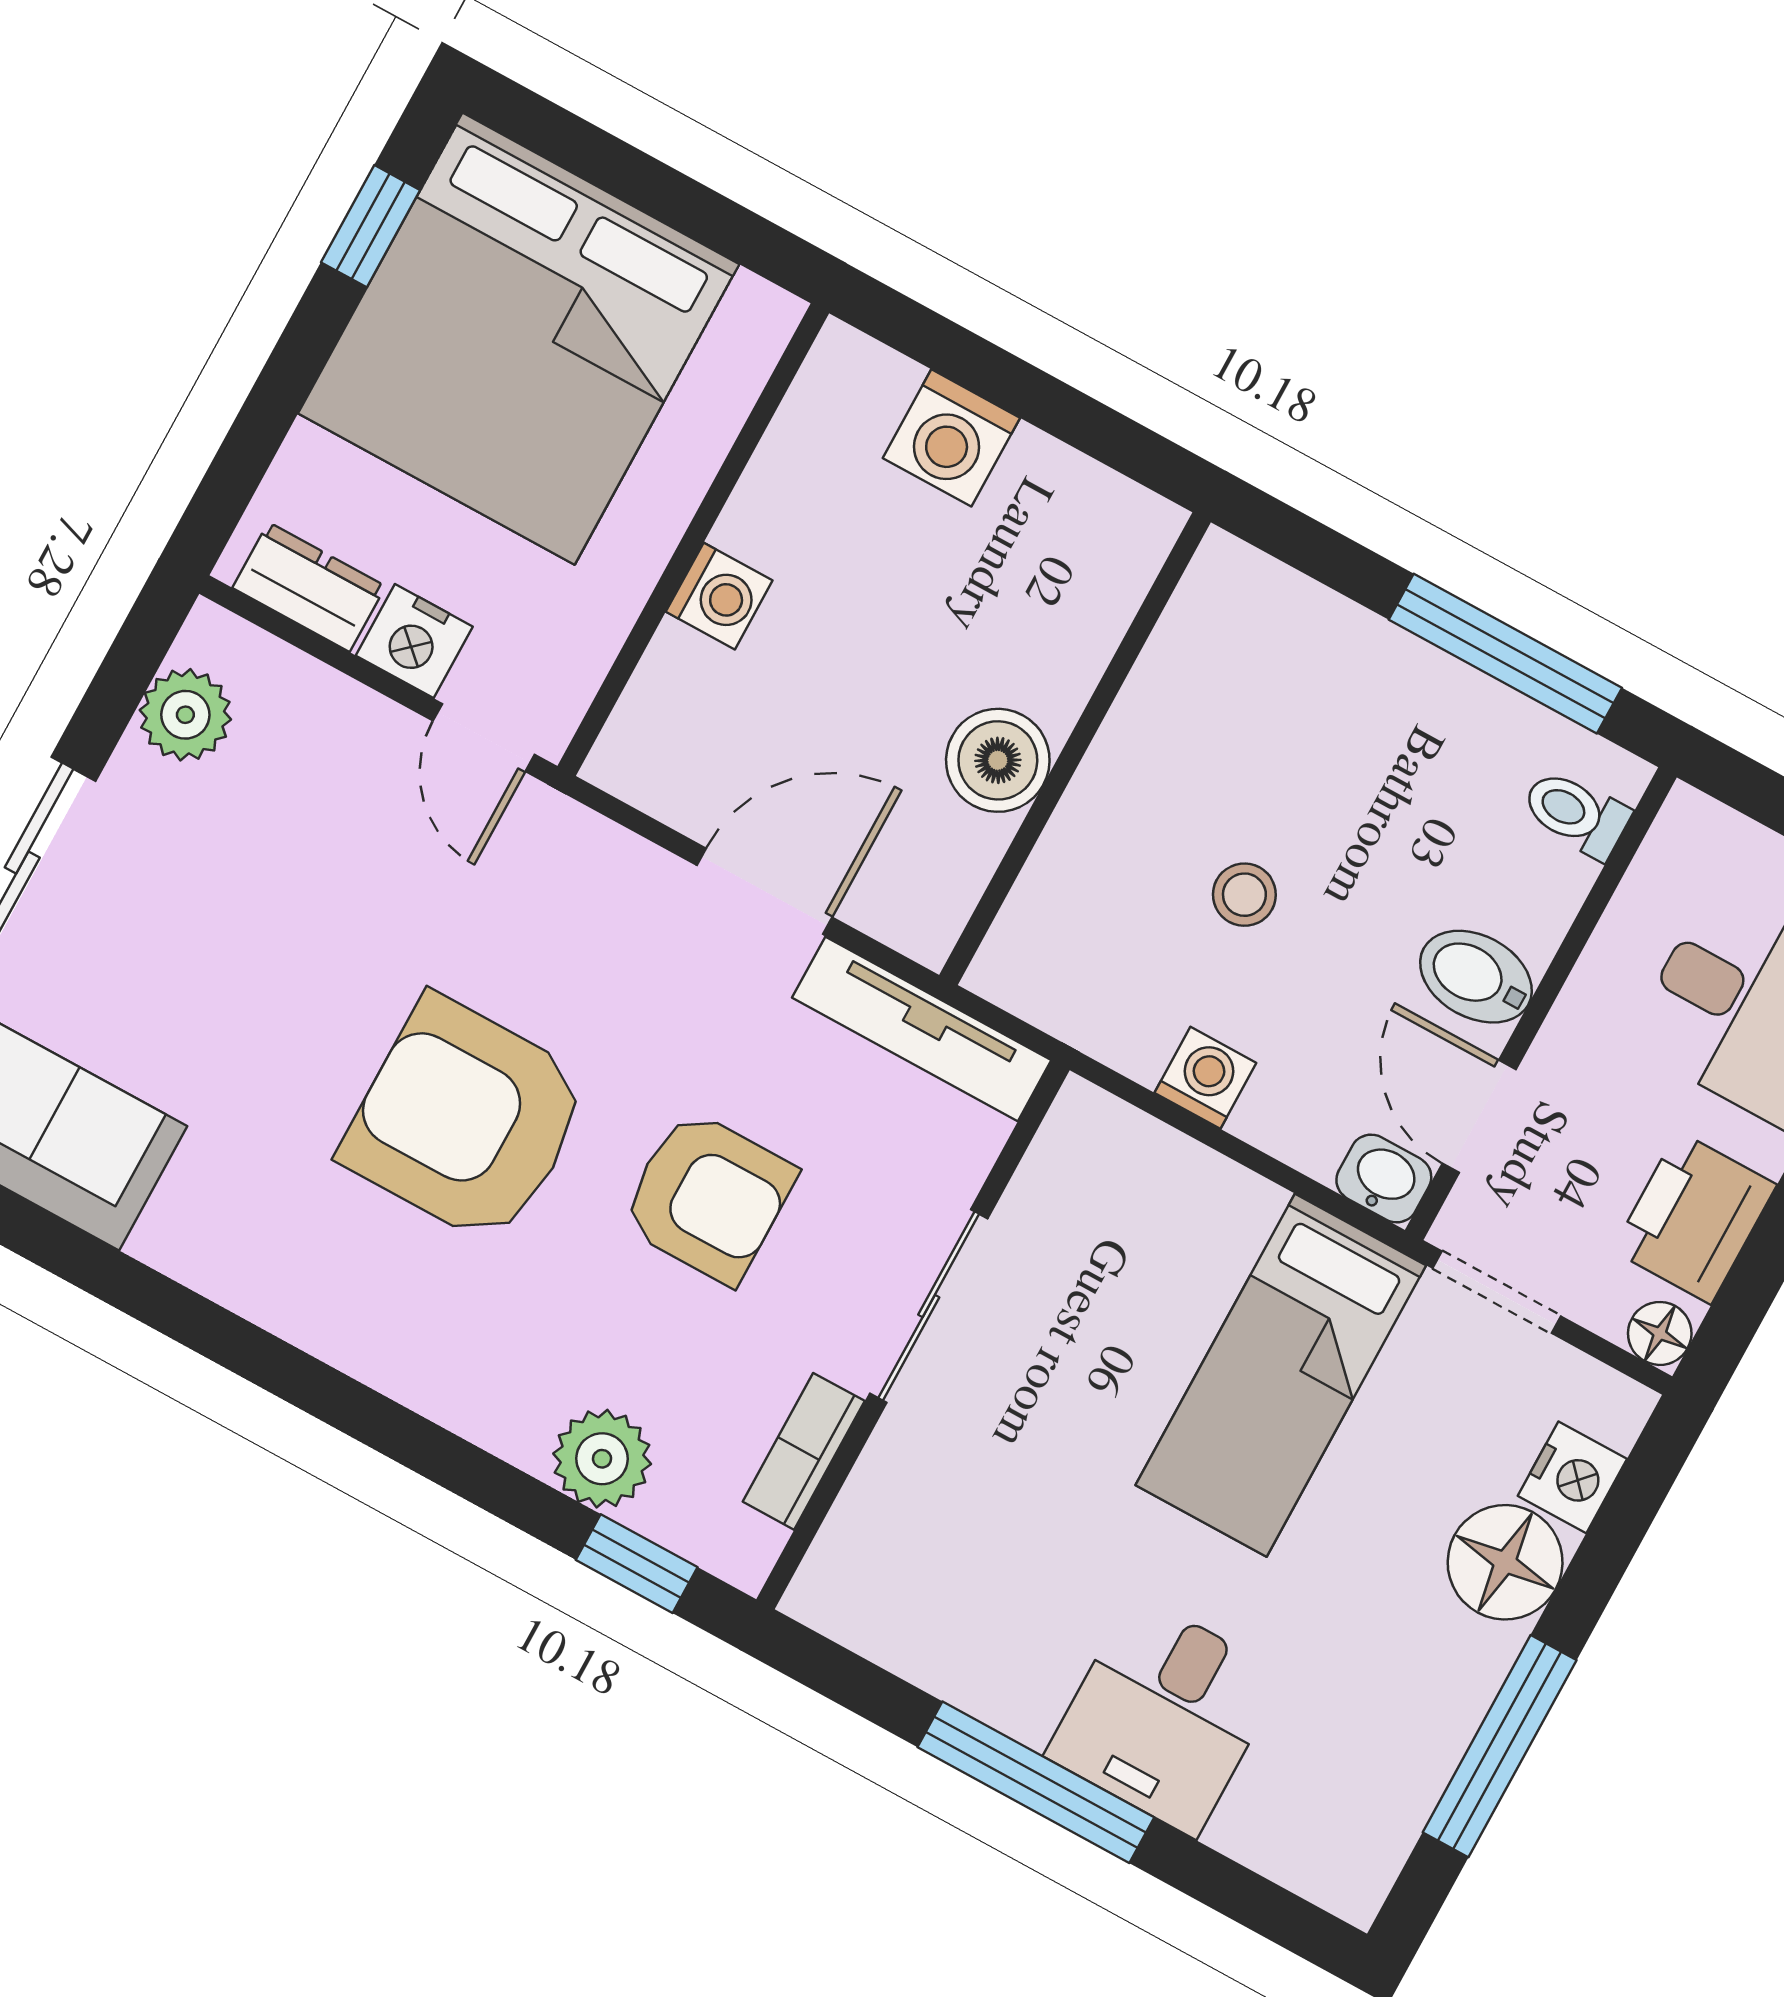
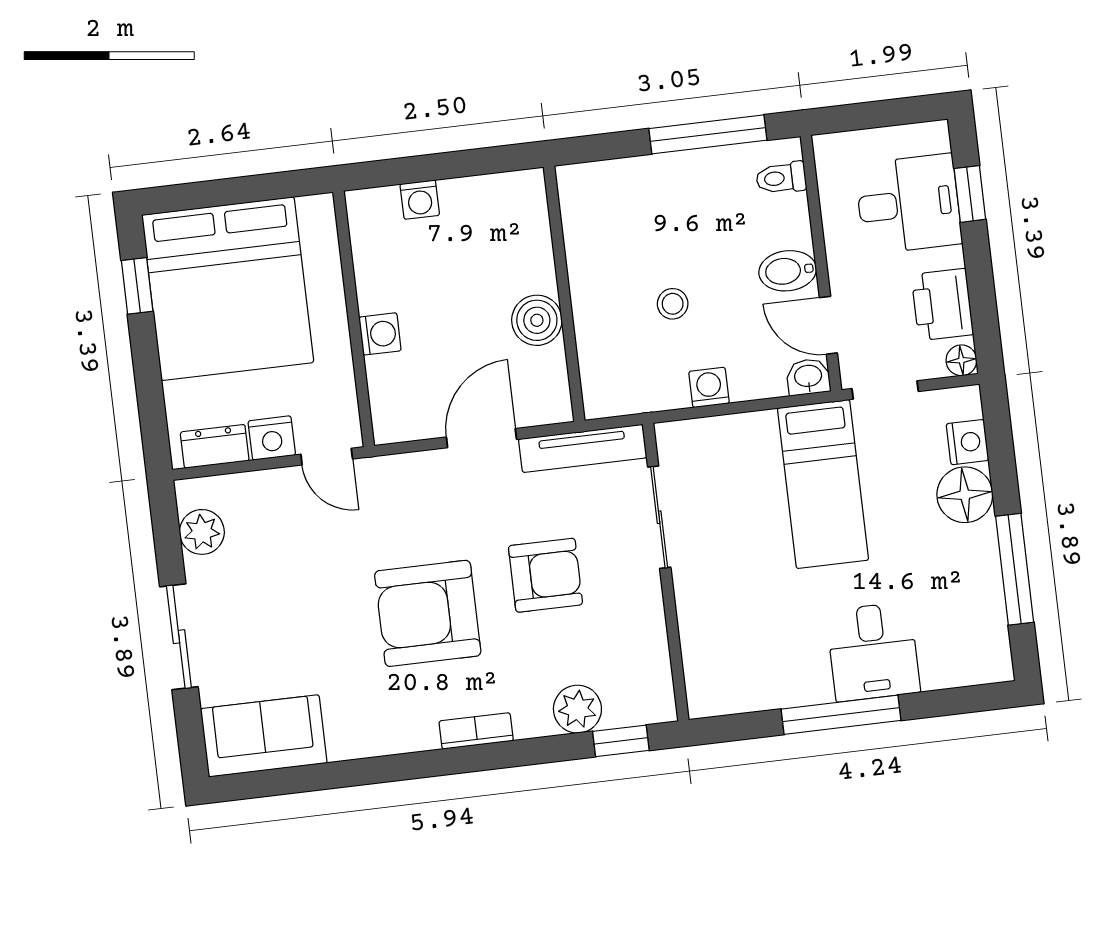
washing machine: (951, 438) -> (420, 200), width x0.73, depth x0.73
sliding door: (929, 1306) -> (659, 517), moved
bookcase: (804, 1451) -> (476, 731), moved, turned 90

